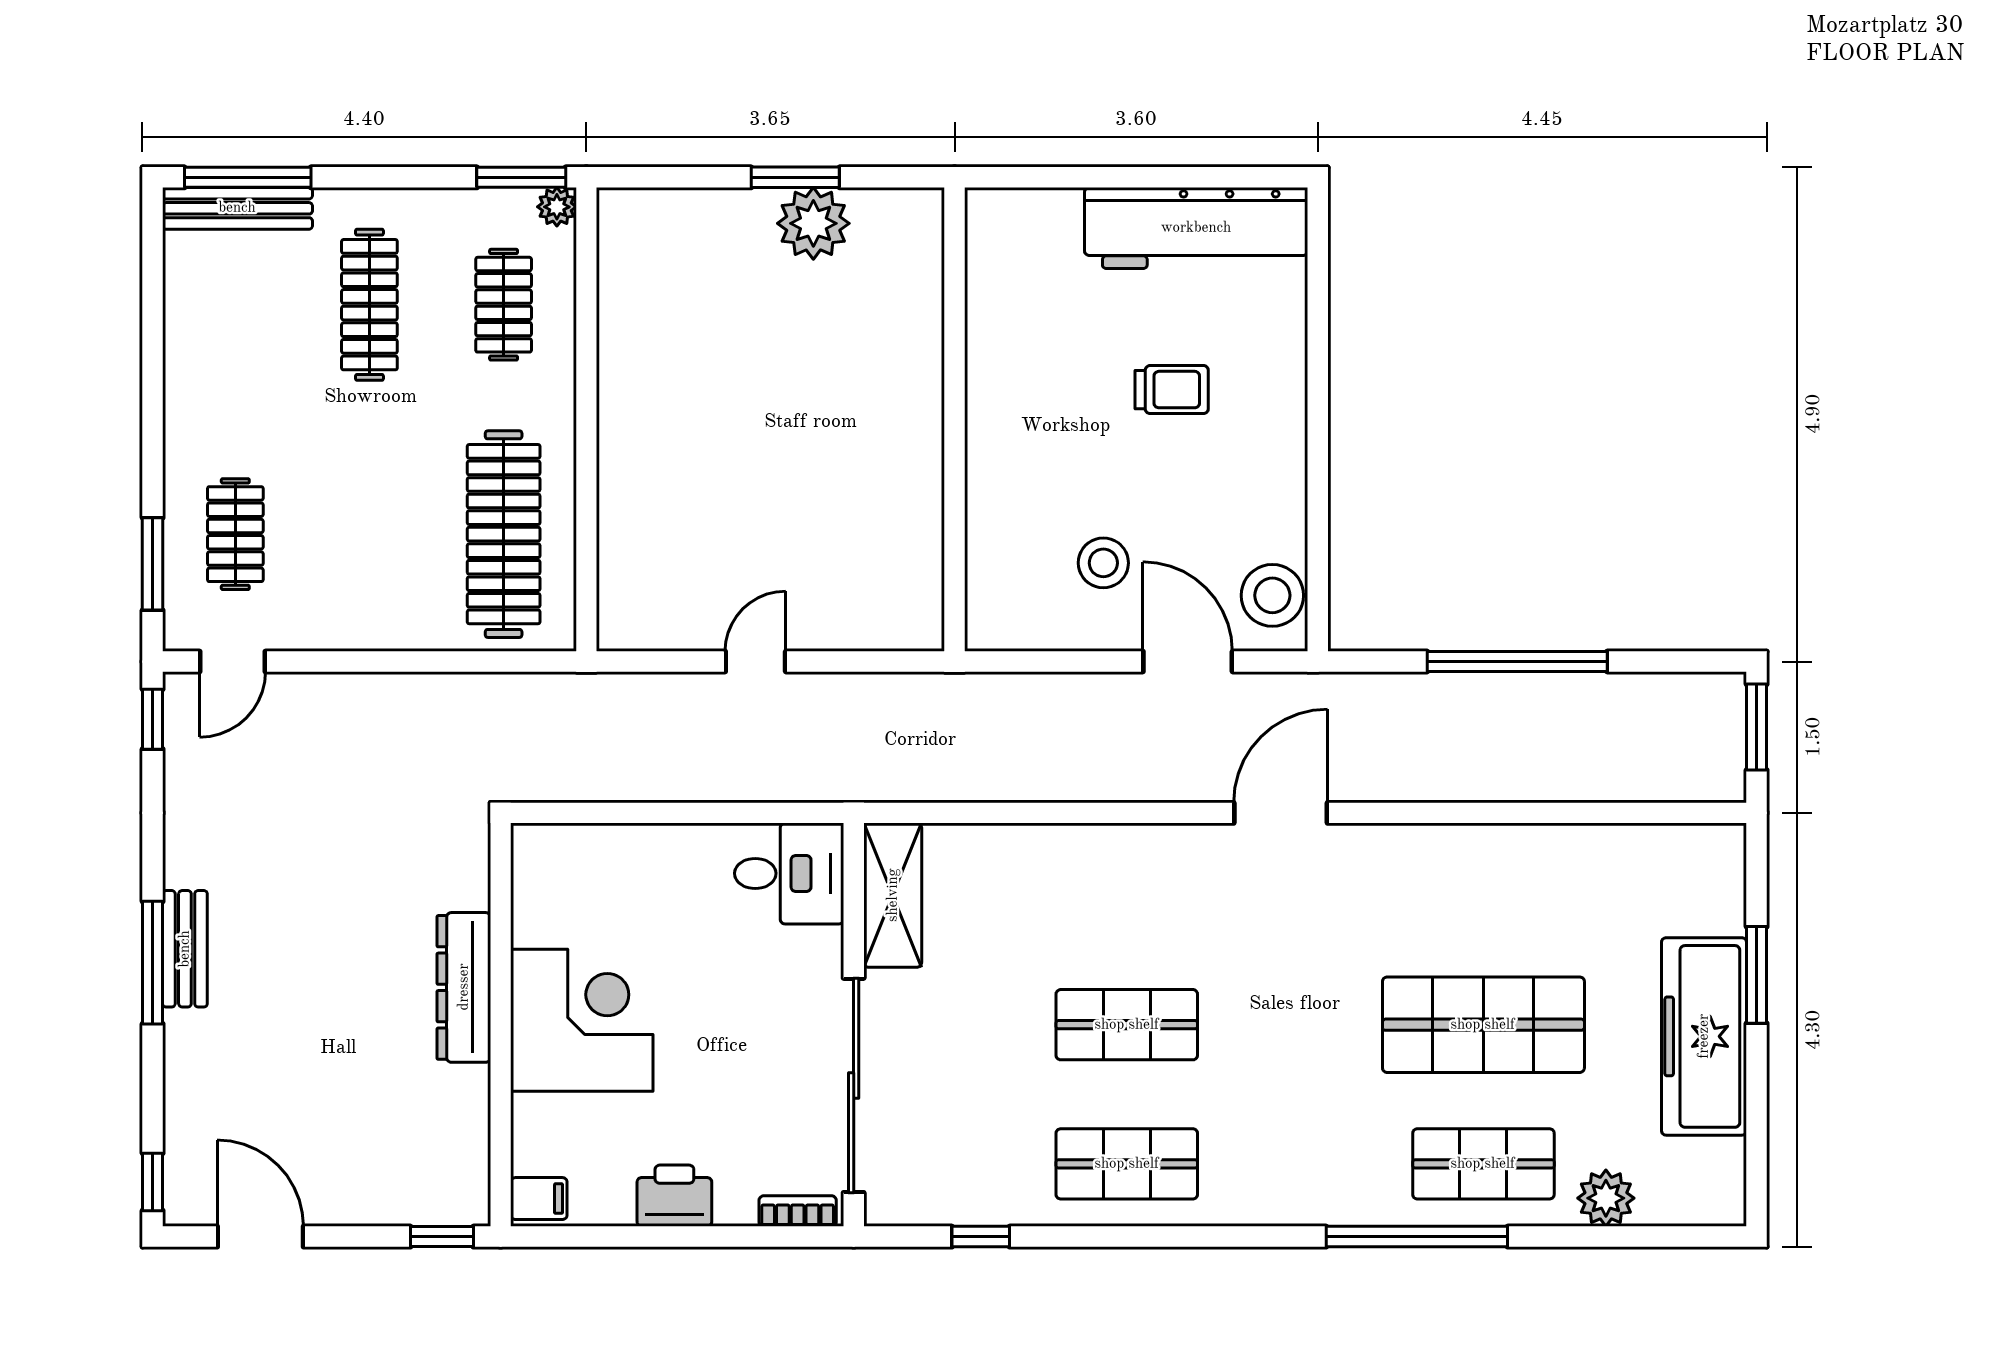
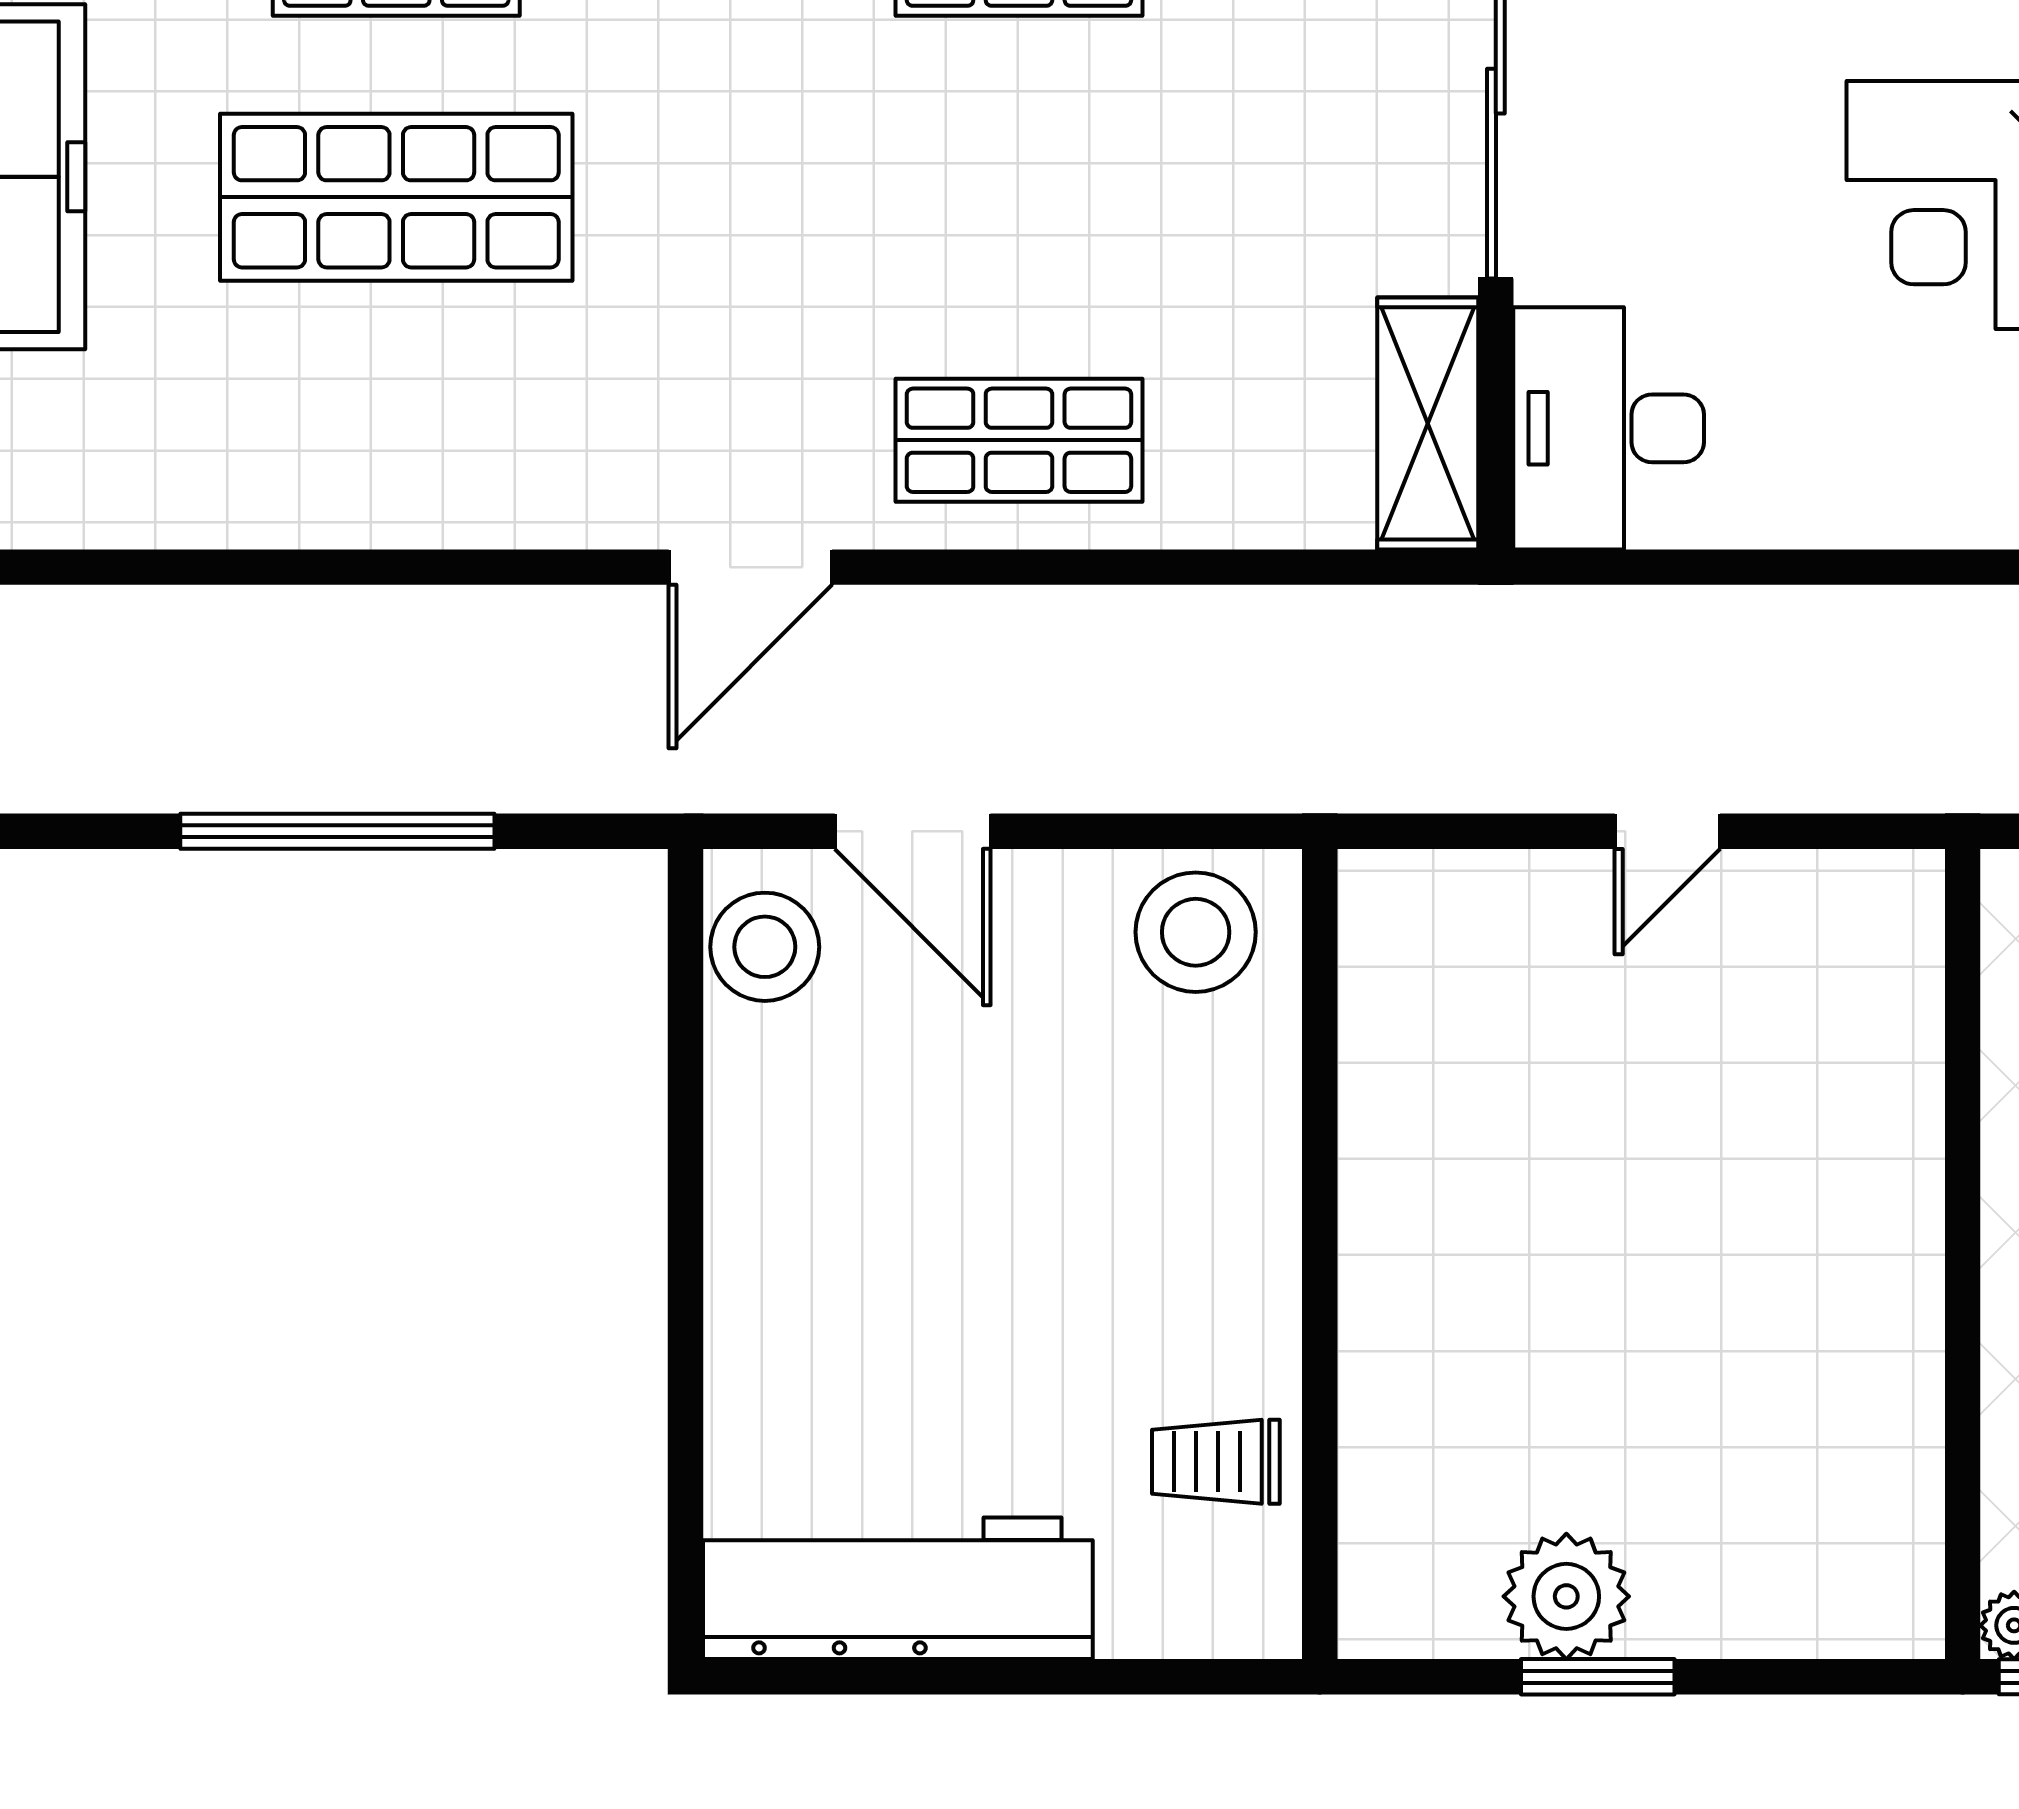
trolley: (1172, 390) -> (1216, 1462), moved
stool: (1103, 563) -> (1196, 932), moved, width x1.38, depth x1.38
desk: (789, 873) -> (1609, 428), width x1.37
shop shelf: (1127, 1025) -> (1019, 440), moved

